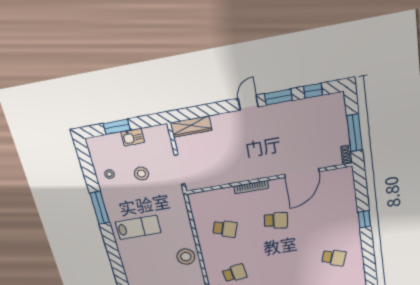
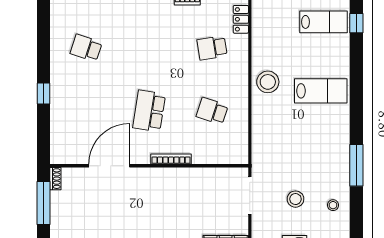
school desk: (276, 220) -> (149, 111), width x1.85
lab bench: (138, 227) -> (321, 91), moved, turned 180

